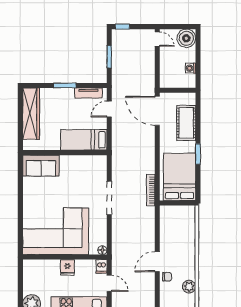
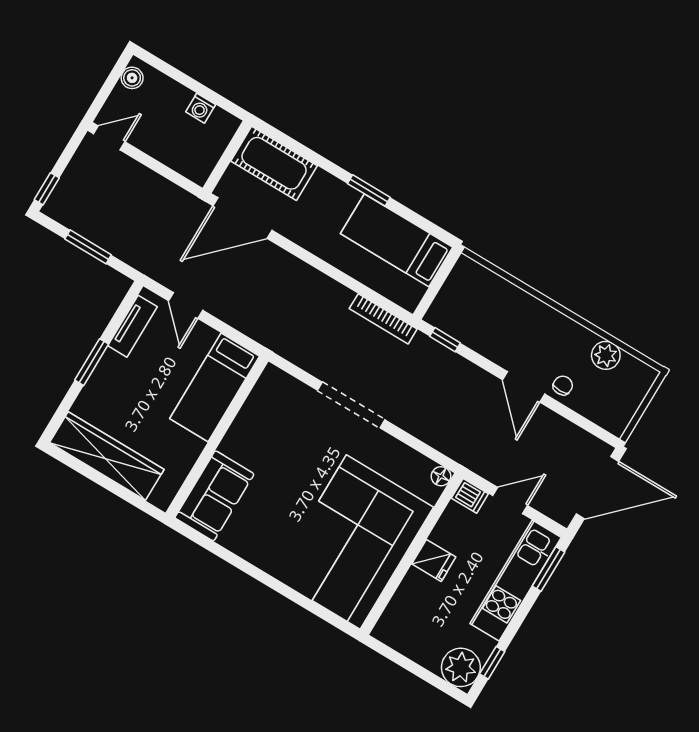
boiler: (186, 38) -> (132, 78), width x0.54, depth x0.54
cot: (186, 123) -> (274, 163), moved
bed: (180, 177) -> (397, 240), width x0.67
window: (157, 219) -> (445, 340), added

